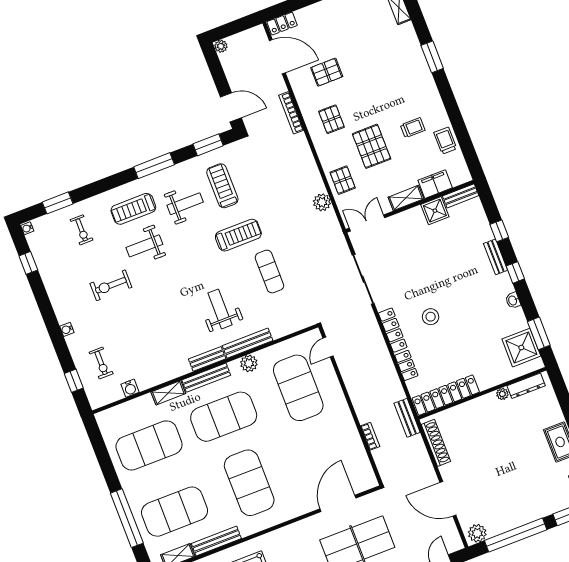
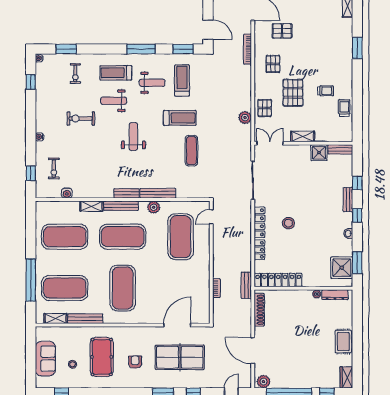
filing cabinet: (435, 184) -> (326, 135), removed
weight bench: (220, 309) -> (133, 137), moved

